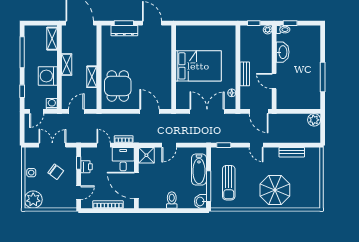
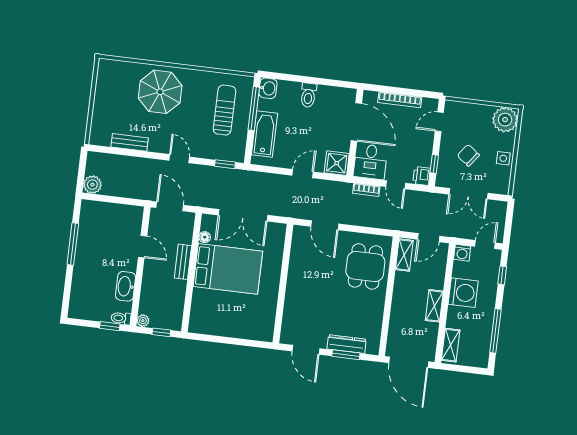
bed: (198, 66) -> (228, 269), moved, turned 180
shelving: (92, 77) -> (404, 255), moved
printer: (86, 167) -> (422, 176), moved

